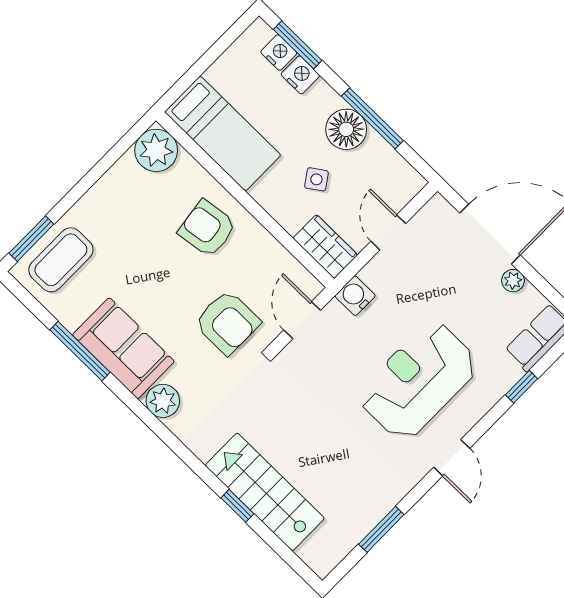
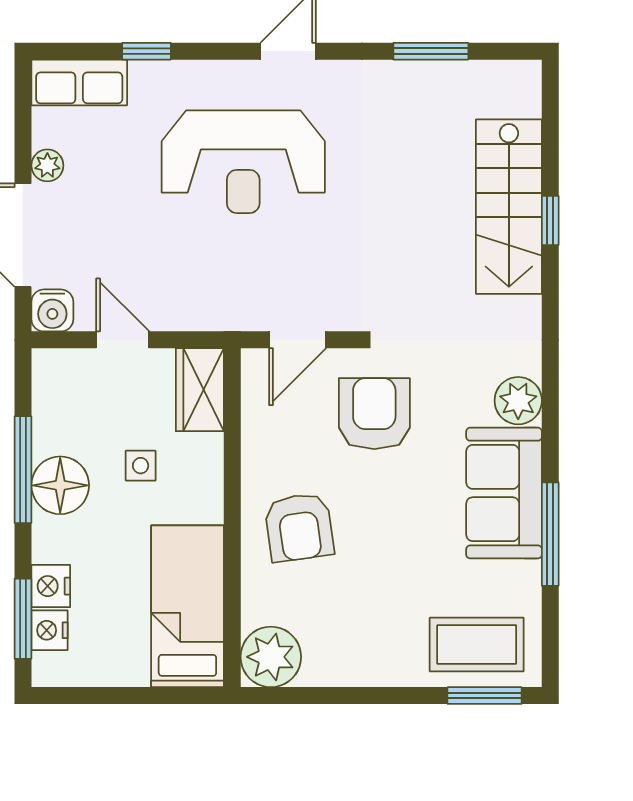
side table: (316, 179) -> (141, 466), turned 35
door: (388, 232) -> (123, 340), swing flipped
water cooler: (355, 296) -> (52, 310), moved

